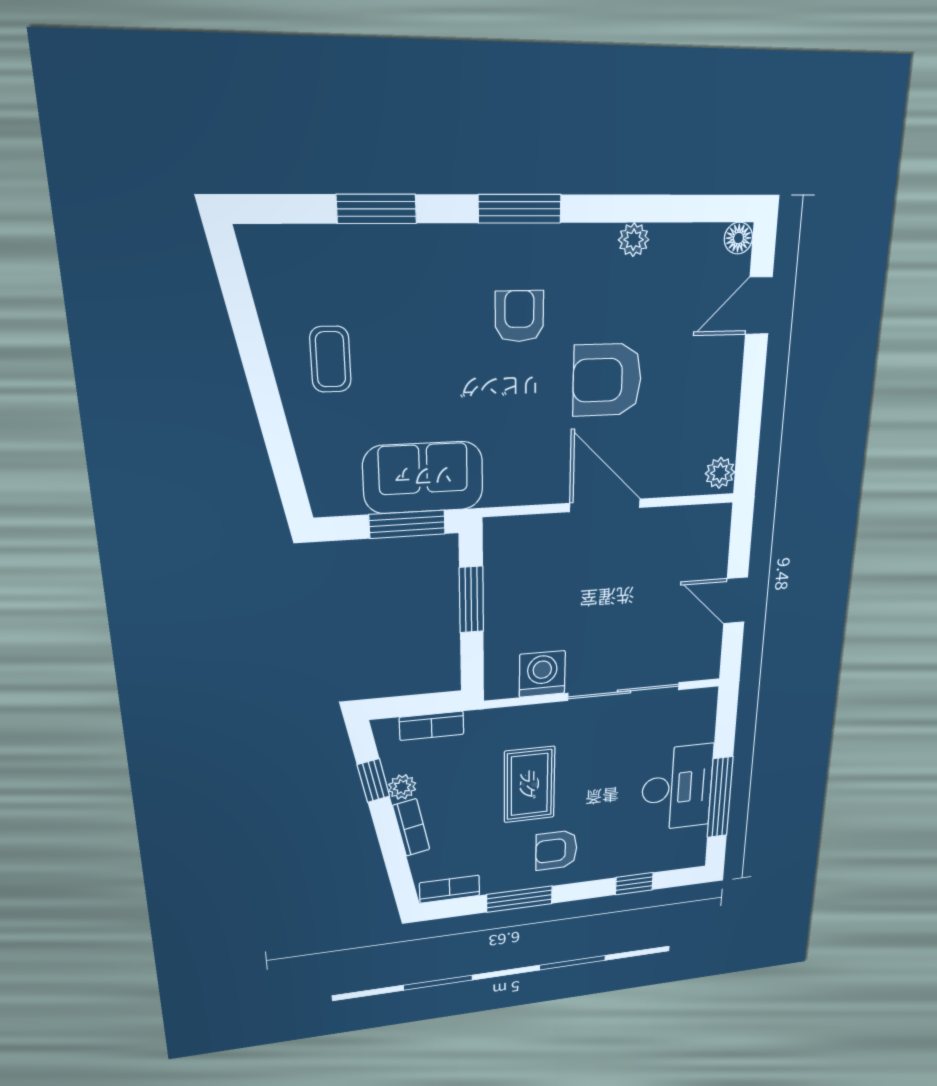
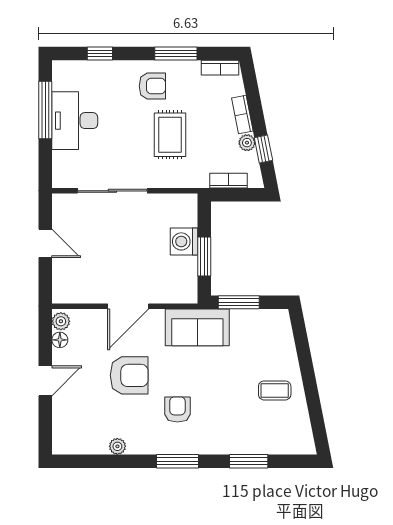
floor lamp: (738, 238) -> (60, 340), moved
door: (759, 306) -> (45, 381), moved
armchair: (519, 316) -> (177, 409), turned 180
coffee table: (330, 359) -> (275, 390), turned 90
sofa: (423, 478) -> (197, 327), moved
door: (605, 505) -> (128, 306), hinge flipped
washing machine: (542, 674) -> (184, 241), moved, turned 90

